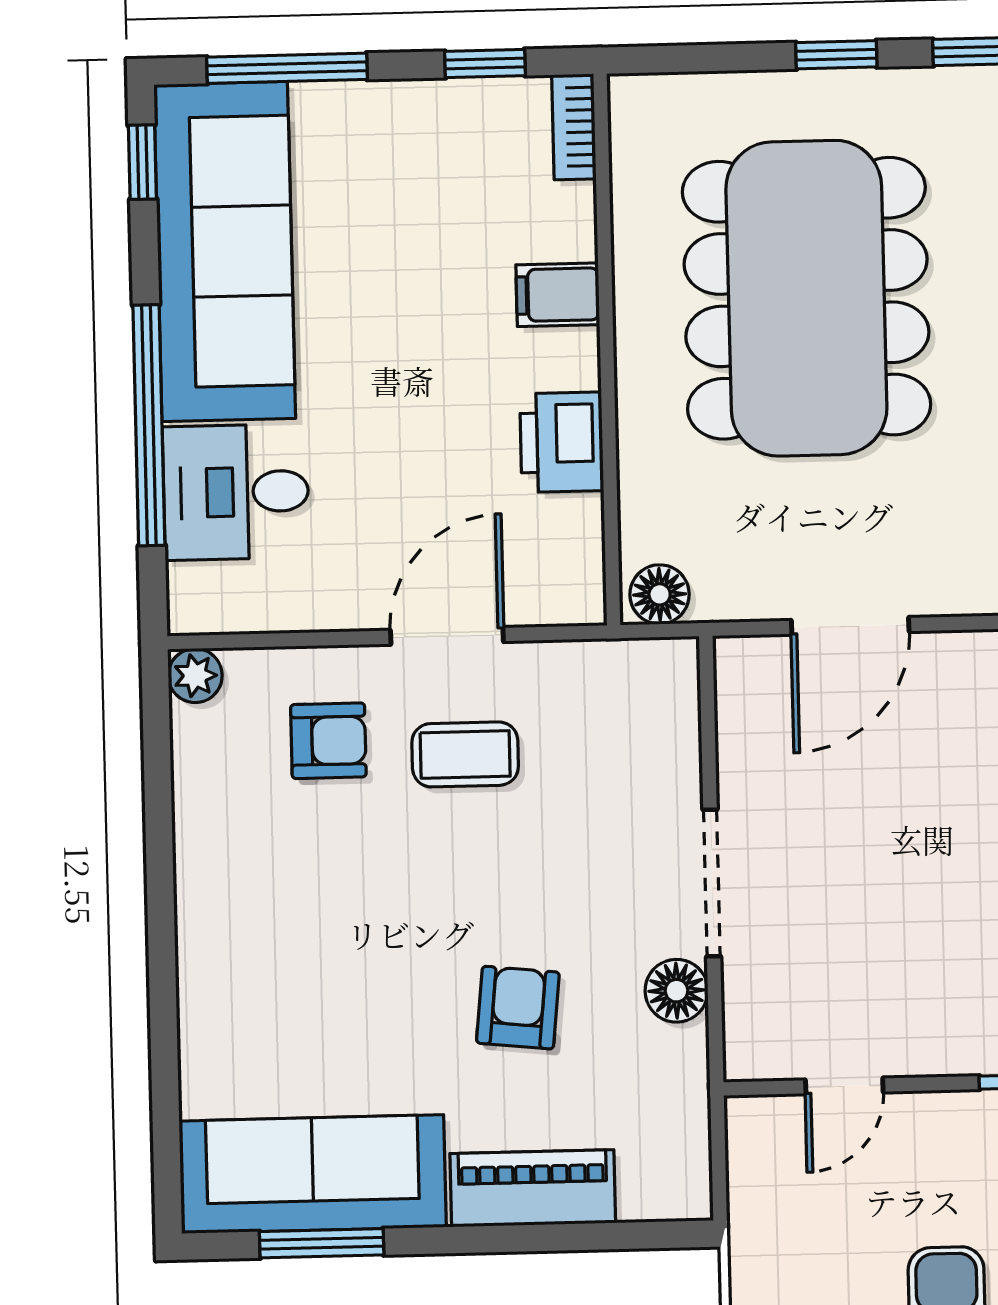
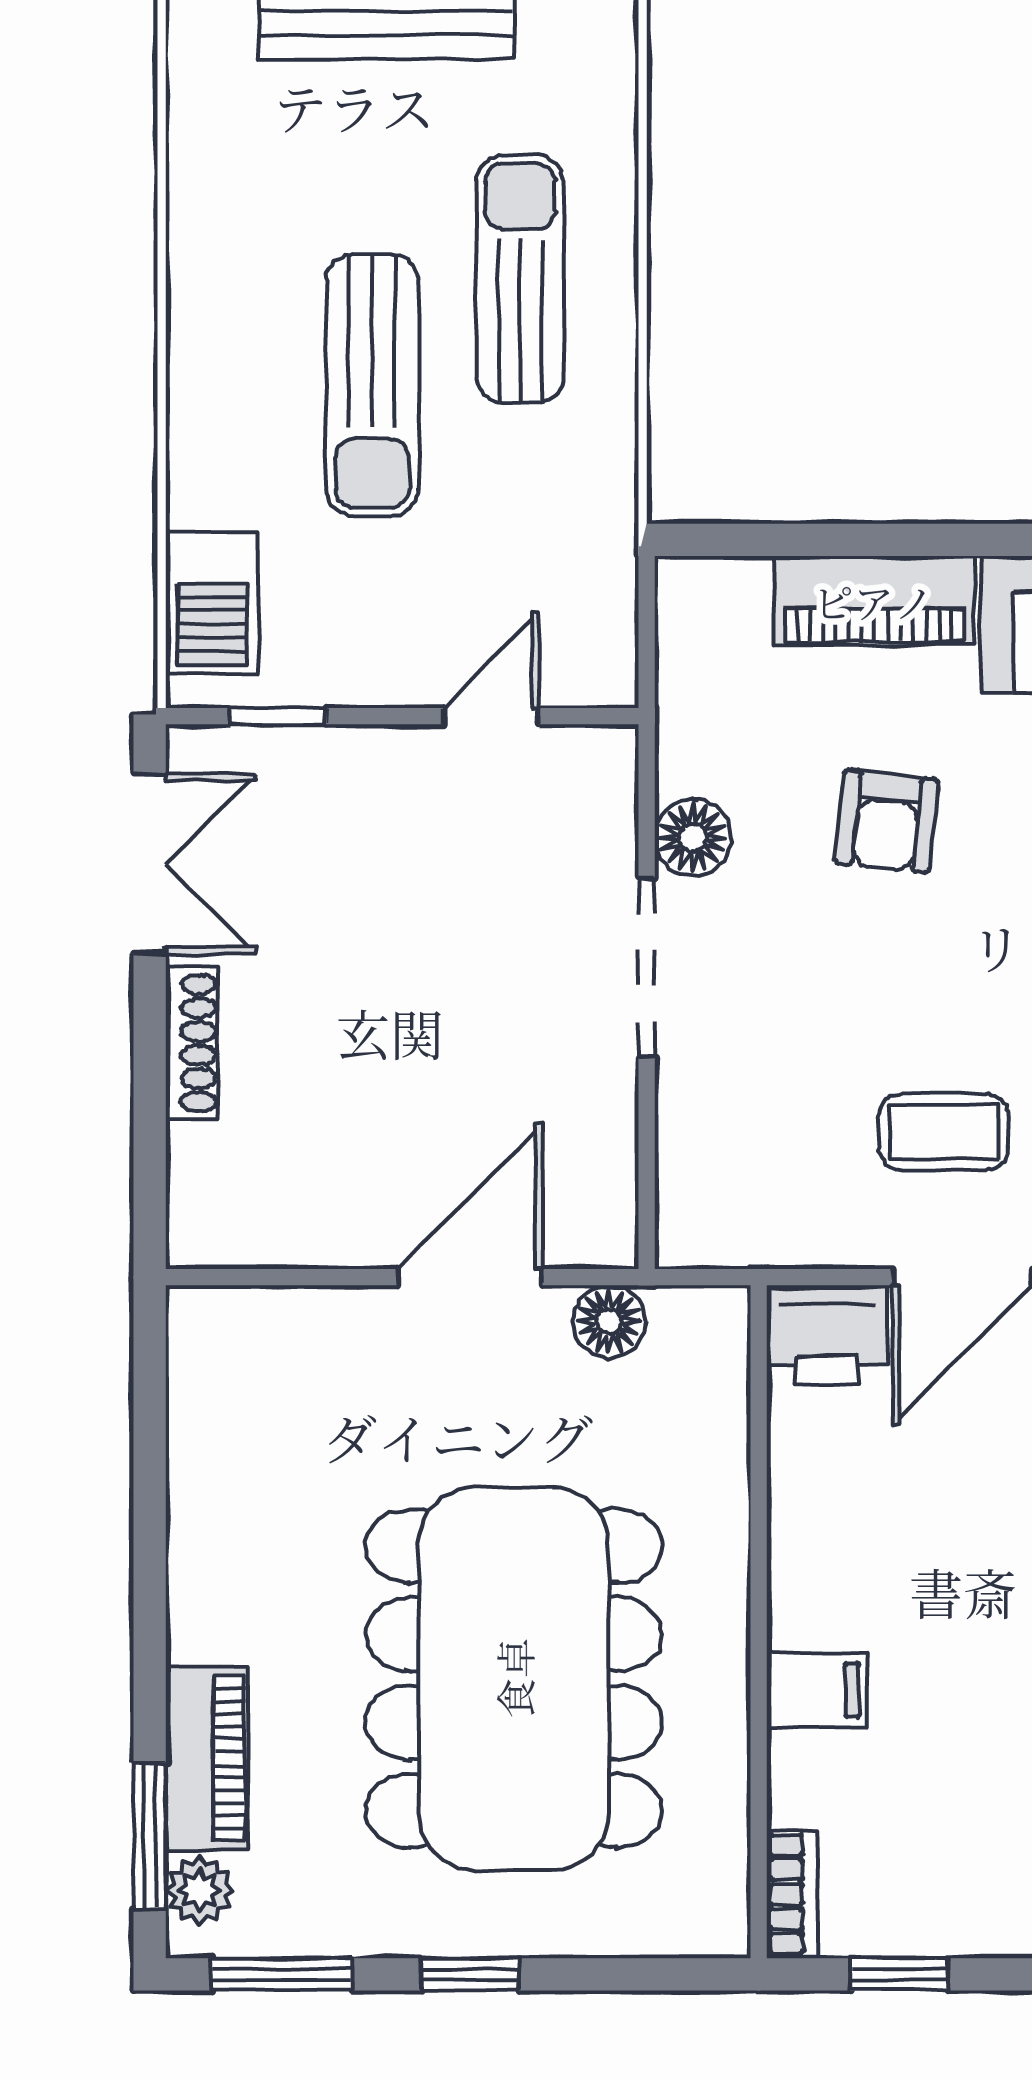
printer: (562, 442) -> (827, 1335), moved, turned 90
floor lamp: (660, 594) -> (609, 1321), moved

